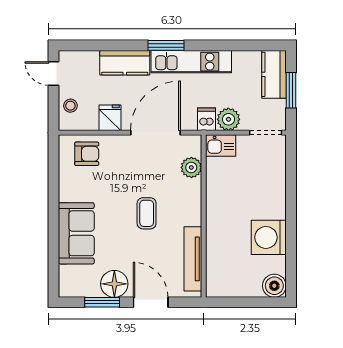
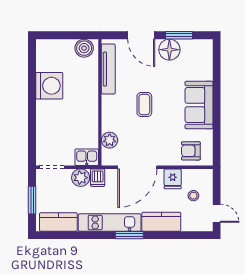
kitchen counter: (274, 74) -> (58, 222), moved, turned -90
stool: (70, 106) -> (193, 196), moved
sofa: (76, 233) -> (199, 105), moved
boiler: (274, 286) -> (84, 48), moved

